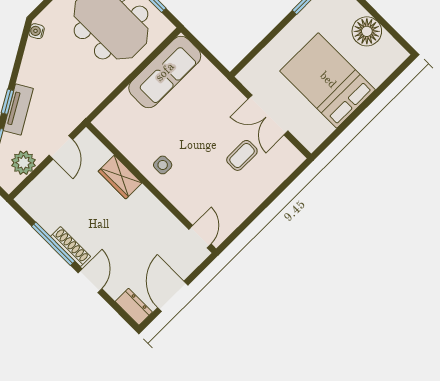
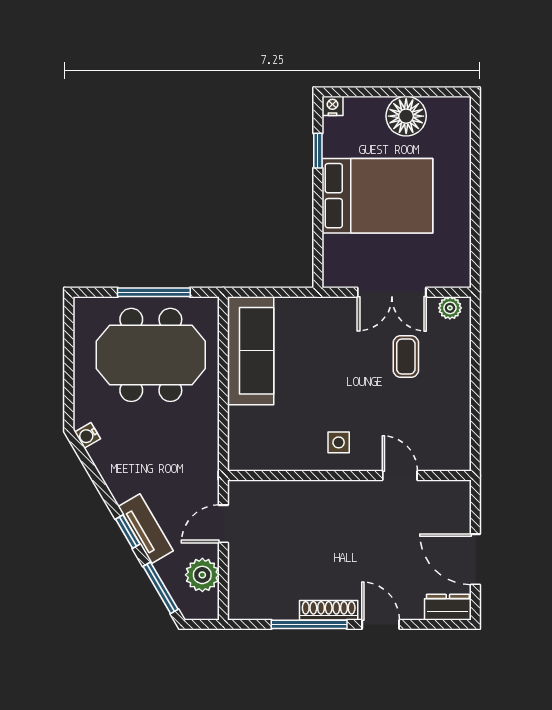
bed: (328, 80) -> (377, 196), moved, turned 180
door: (61, 147) -> (223, 524), swing flipped
plant: (290, 153) -> (450, 308), added
wardrobe: (120, 177) -> (309, 495), removed
door: (200, 237) -> (400, 475), moved

